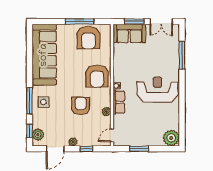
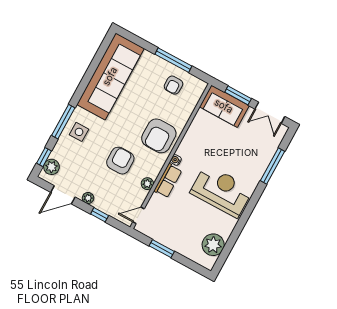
armchair: (88, 38) -> (173, 85), width x0.53, depth x0.53
plant: (171, 138) -> (213, 245), moved

